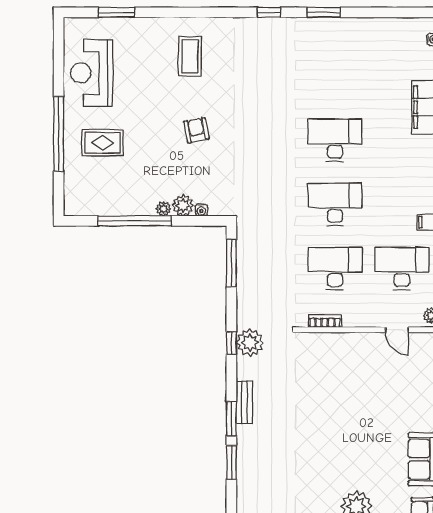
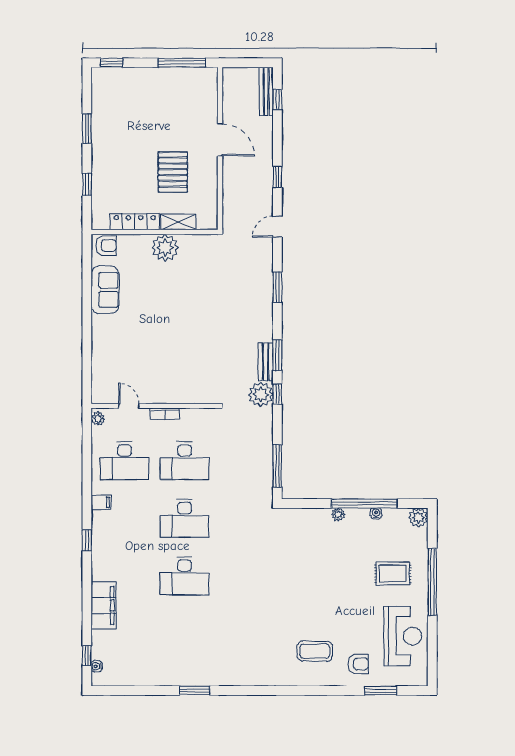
window: (269, 12) -> (244, 691), removed
coffee table: (190, 56) -> (315, 651), turned 90
armchair: (196, 130) -> (358, 664), moved, turned -79
plant: (183, 205) -> (418, 517), moved
water cooler: (201, 210) -> (376, 513), moved
bookcase: (325, 321) -> (165, 414), moved
bench: (244, 402) -> (266, 362), moved
window: (231, 419) -> (277, 355), moved

